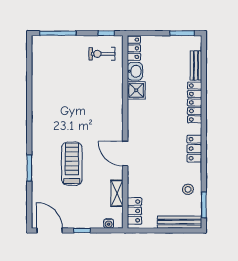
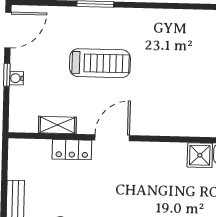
locker: (134, 211) -> (72, 150), moved
water cooler: (109, 223) -> (16, 78), moved

